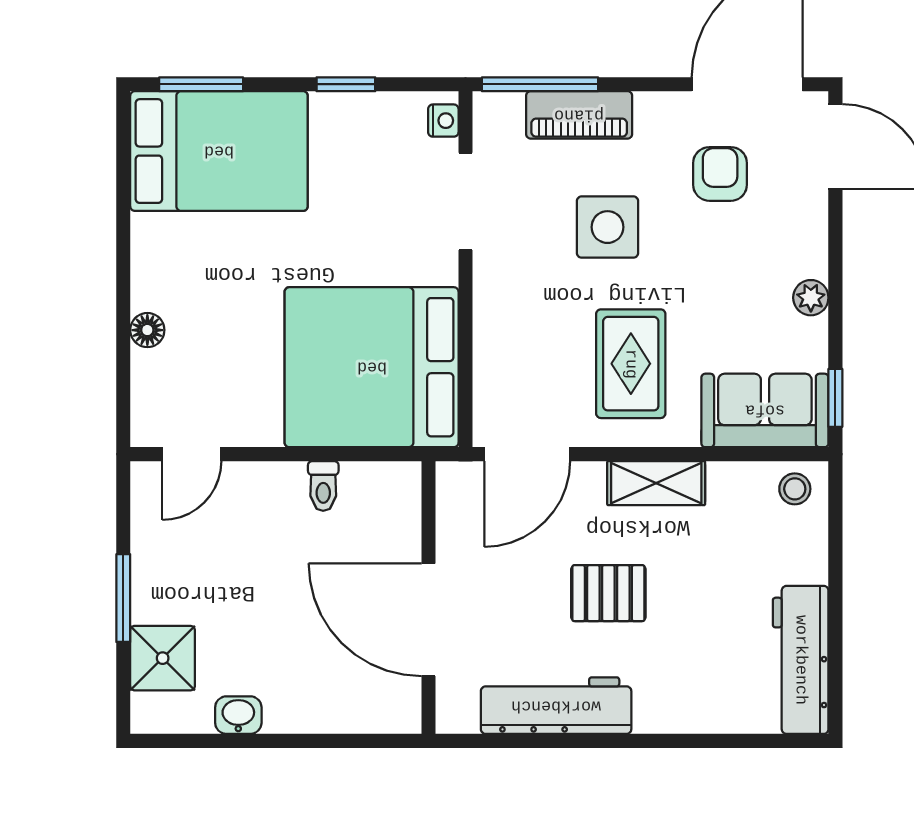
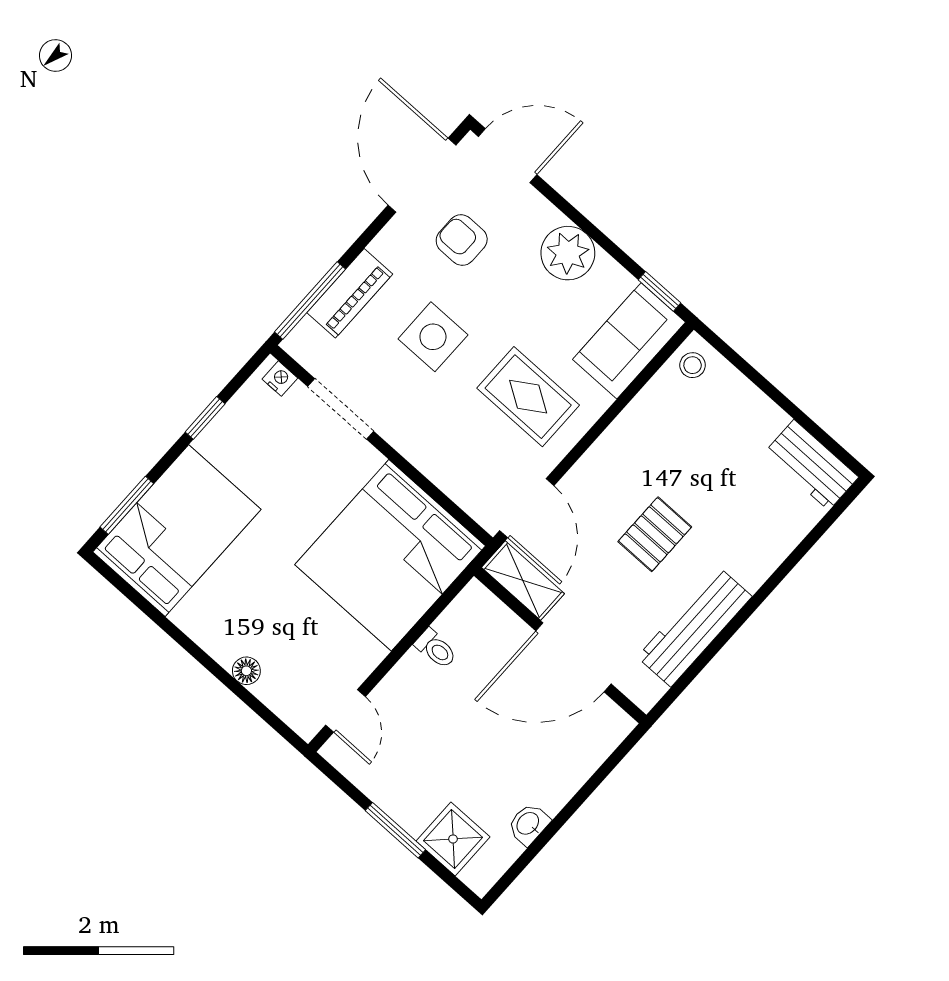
plant: (811, 298) -> (568, 253), width x1.87, depth x1.87
shelving: (656, 483) -> (523, 581), moved, turned 90
workbench: (801, 660) -> (811, 465), width x0.73

